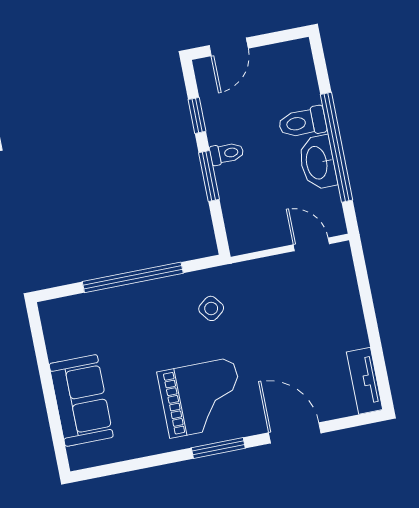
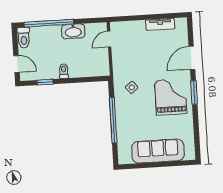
toilet: (302, 123) -> (24, 38), moved
window: (336, 147) -> (49, 23), moved
window: (209, 176) -> (73, 80), removed
tv unit: (365, 381) -> (160, 24), moved
sofa: (81, 400) -> (158, 151), width x1.36

